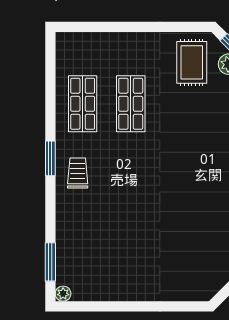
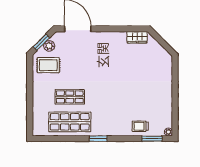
shop shelf: (83, 104) -> (70, 122), width x1.43, depth x1.36
trolley: (78, 173) -> (140, 126), moved

